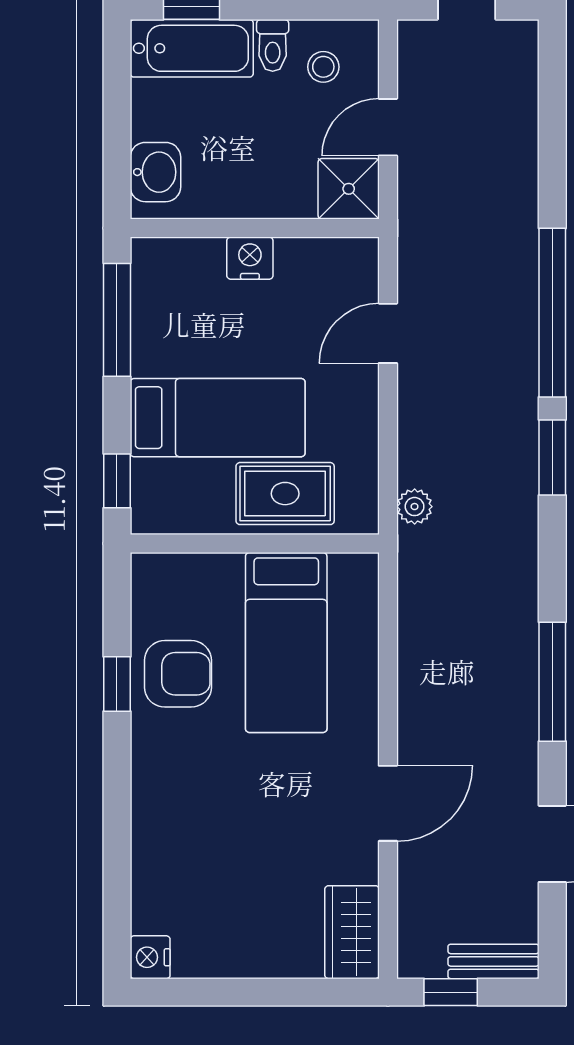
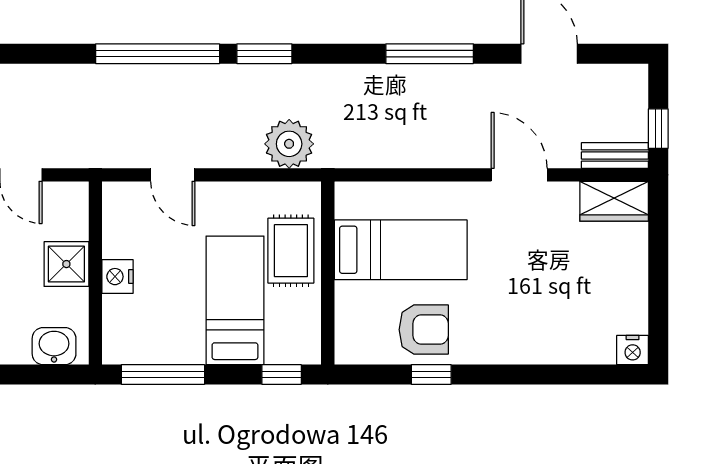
shower: (349, 189) -> (66, 264), moved
plant: (415, 507) -> (289, 144), width x1.87, depth x1.87
armchair: (178, 674) -> (424, 330), turned 90
bench: (493, 961) -> (615, 155), moved, turned 90

